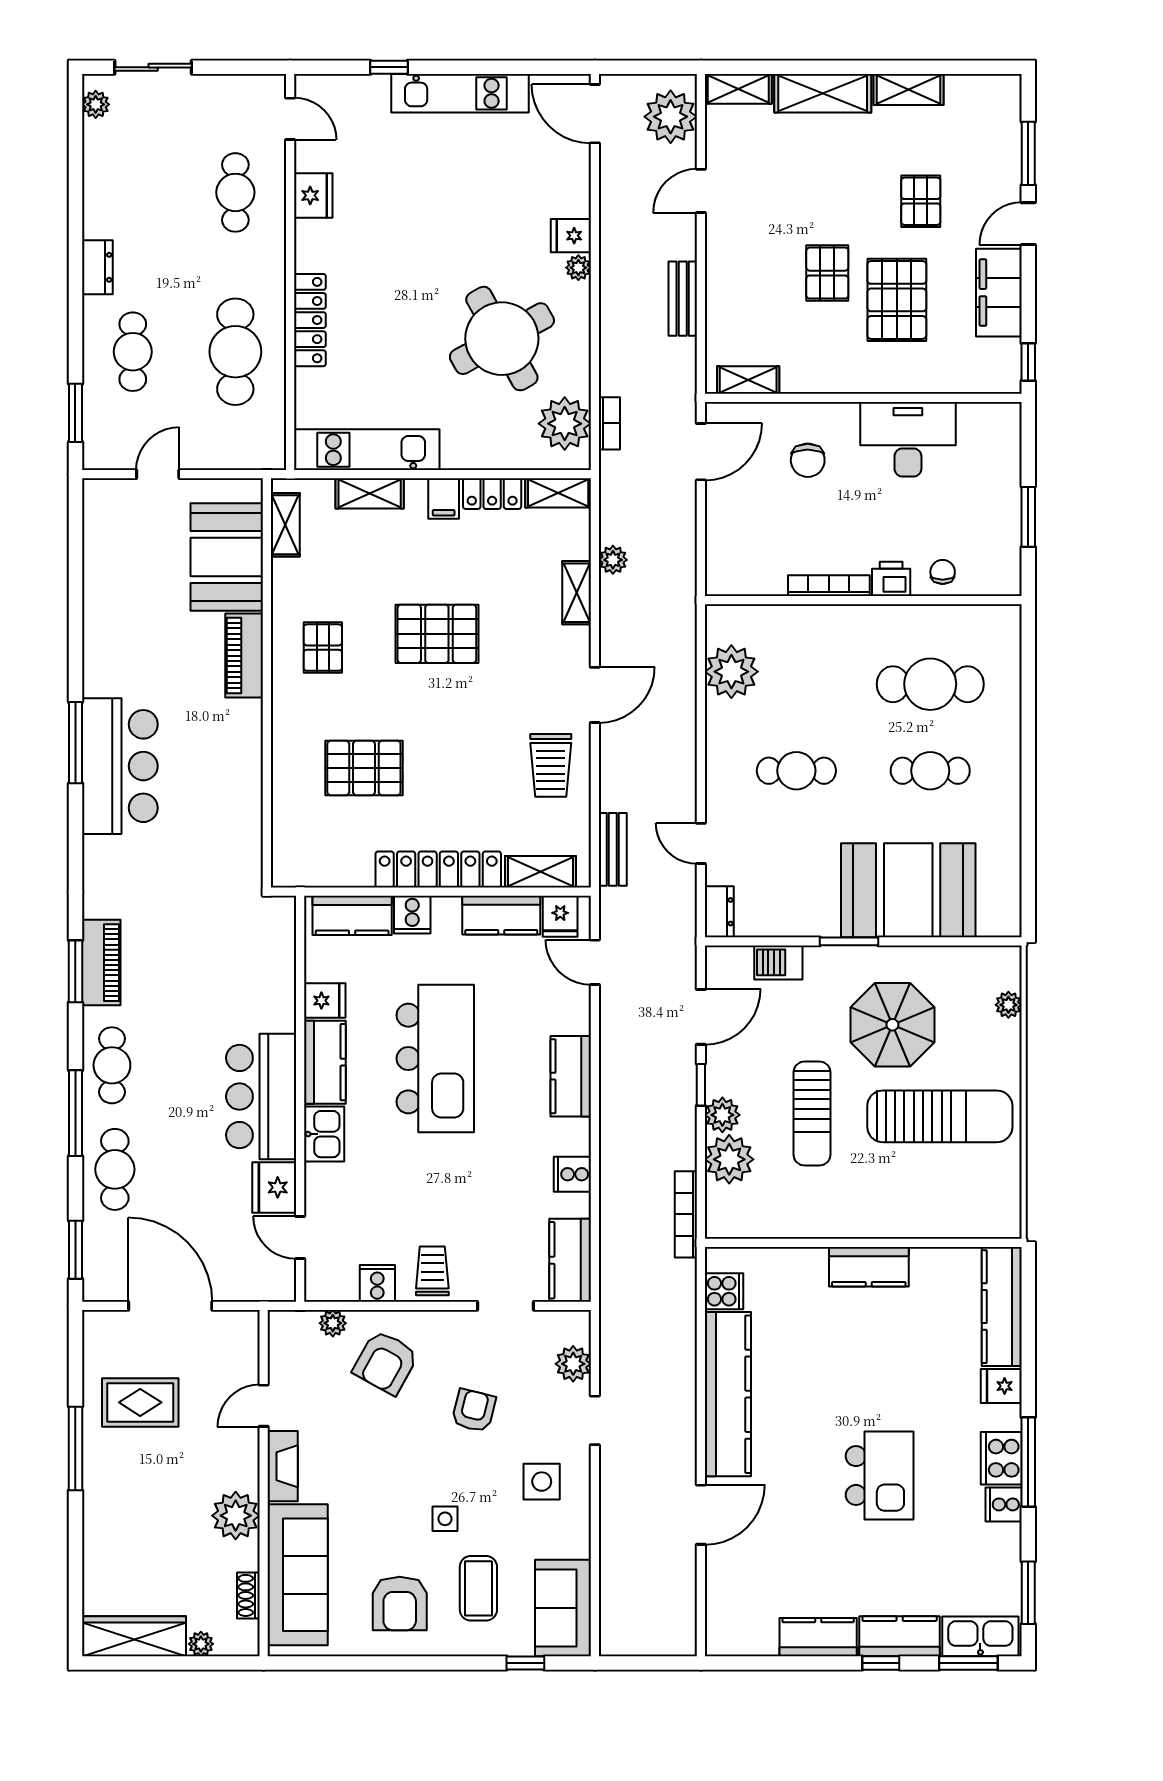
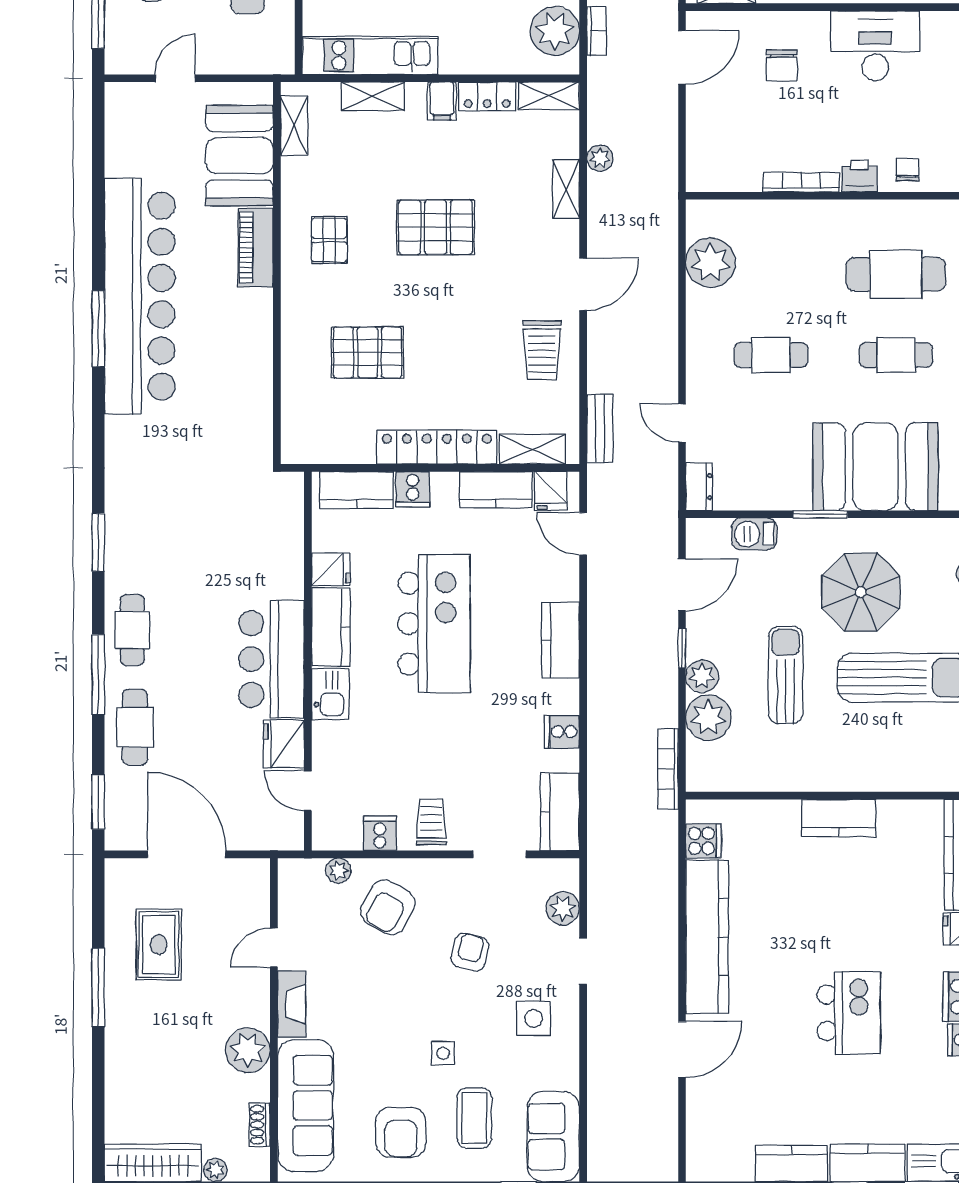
bar counter: (120, 766) -> (140, 296), width x1.86
piano: (101, 963) -> (122, 534), removed
sun lounger: (812, 1113) -> (786, 675), turned 180
rug: (140, 1402) -> (159, 945), turned 90

